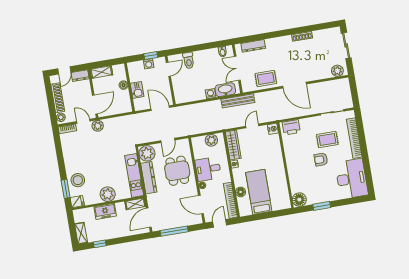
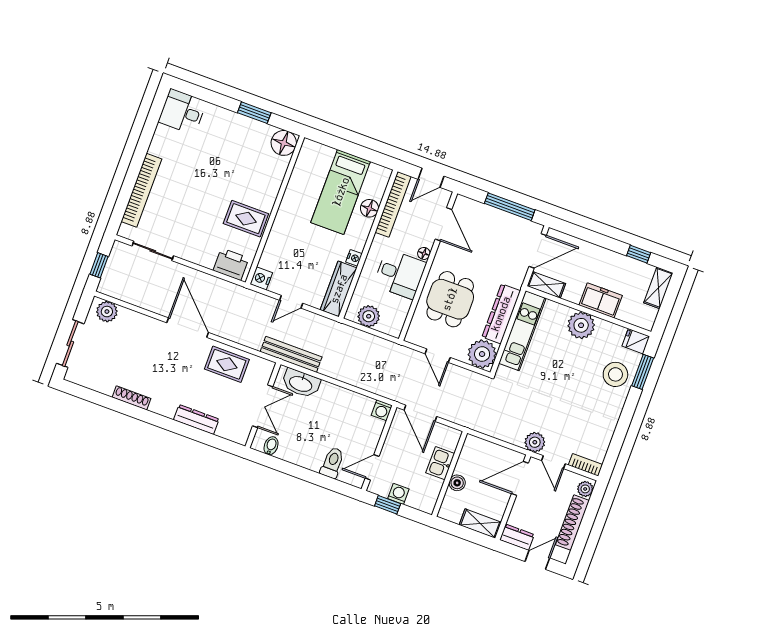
dresser: (253, 46) -> (196, 419), moved
window: (354, 91) -> (99, 265), added
washing machine: (211, 94) -> (382, 410), moved
rug: (327, 139) -> (246, 219), moved
door: (168, 140) -> (438, 356), swing flipped
armchair: (321, 159) -> (213, 187), removed
desk: (352, 179) -> (182, 112), width x0.53, depth x0.77

